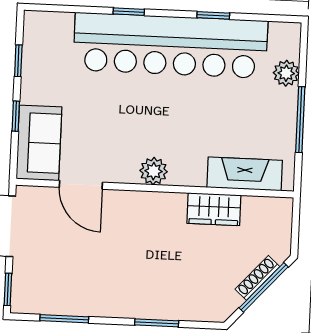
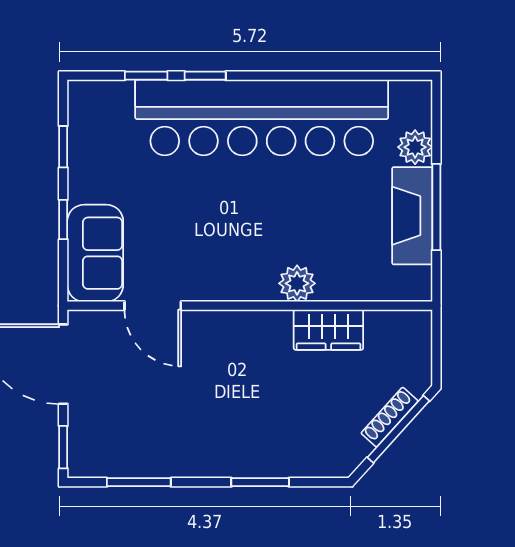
window: (213, 15) -> (146, 76), moved
plant: (154, 171) -> (297, 283), moved
fireplace: (245, 174) -> (412, 216), moved, turned -90

